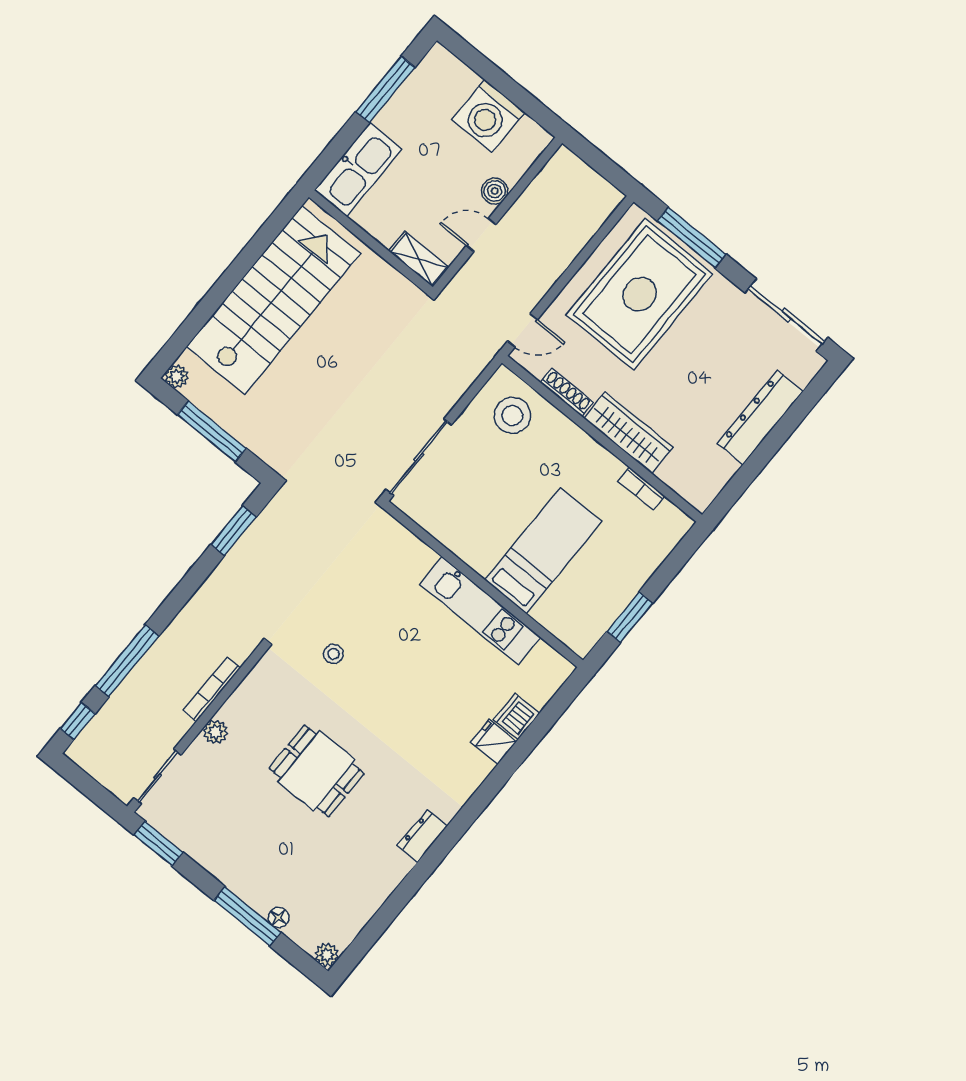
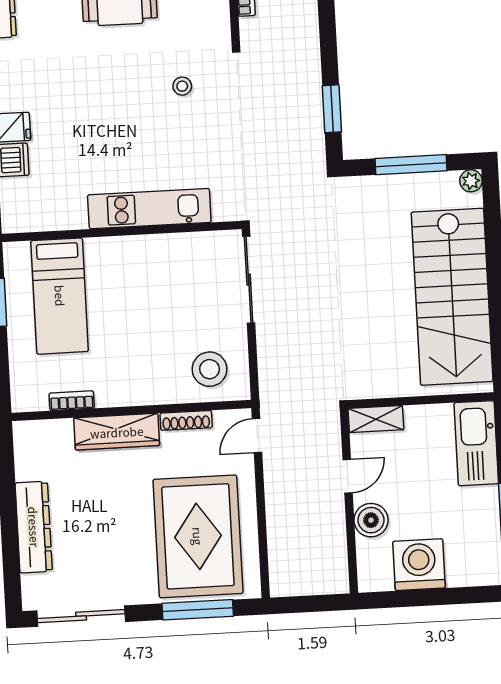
boiler: (495, 191) -> (371, 520), width x1.36, depth x1.36
bed: (543, 551) -> (60, 296), moved
kitchen unit: (480, 611) -> (149, 209), moved

